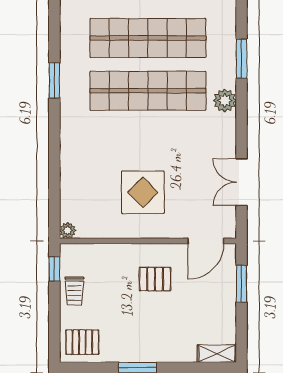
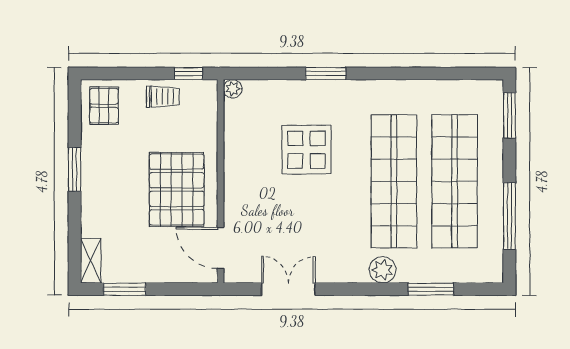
window: (54, 80) -> (326, 73), moved
display table: (143, 192) -> (306, 150), moved
pallet: (155, 279) -> (177, 189), width x2.05, depth x2.00
window: (242, 284) -> (125, 289), moved
trolley: (74, 291) -> (163, 97), turned 180

